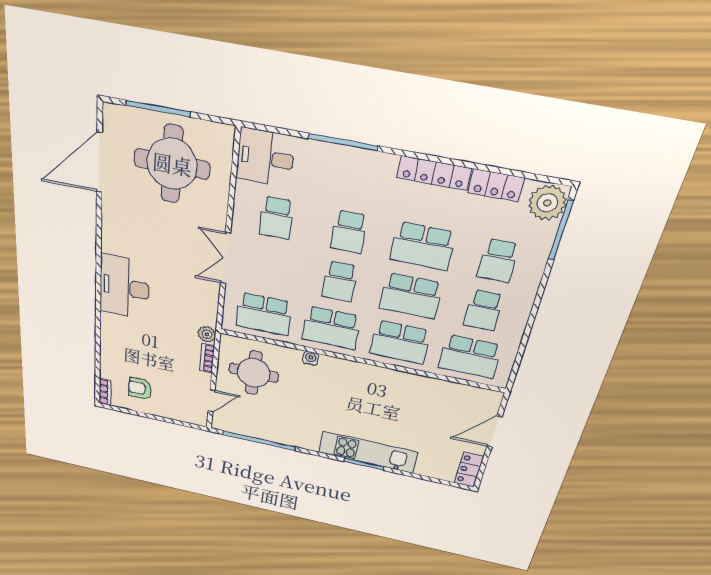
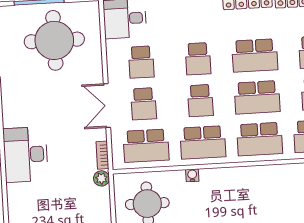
school desk: (270, 268) -> (144, 104), added
bookcase: (207, 358) -> (102, 155), moved

